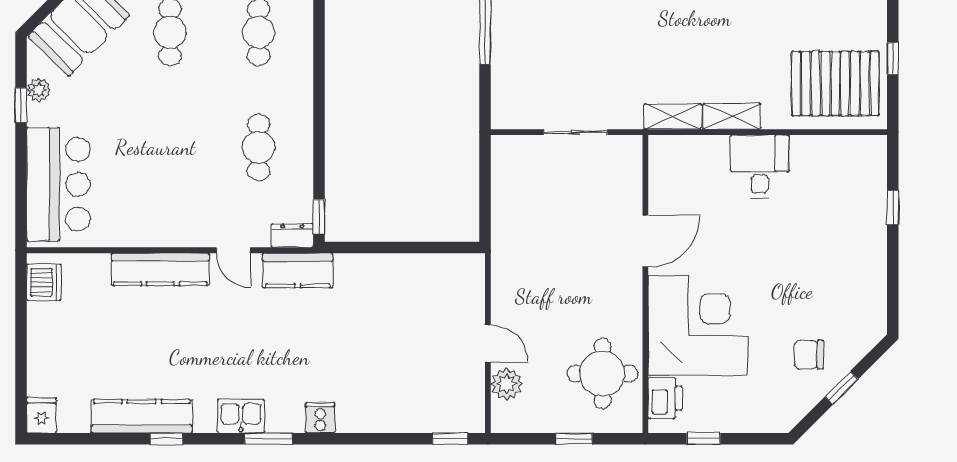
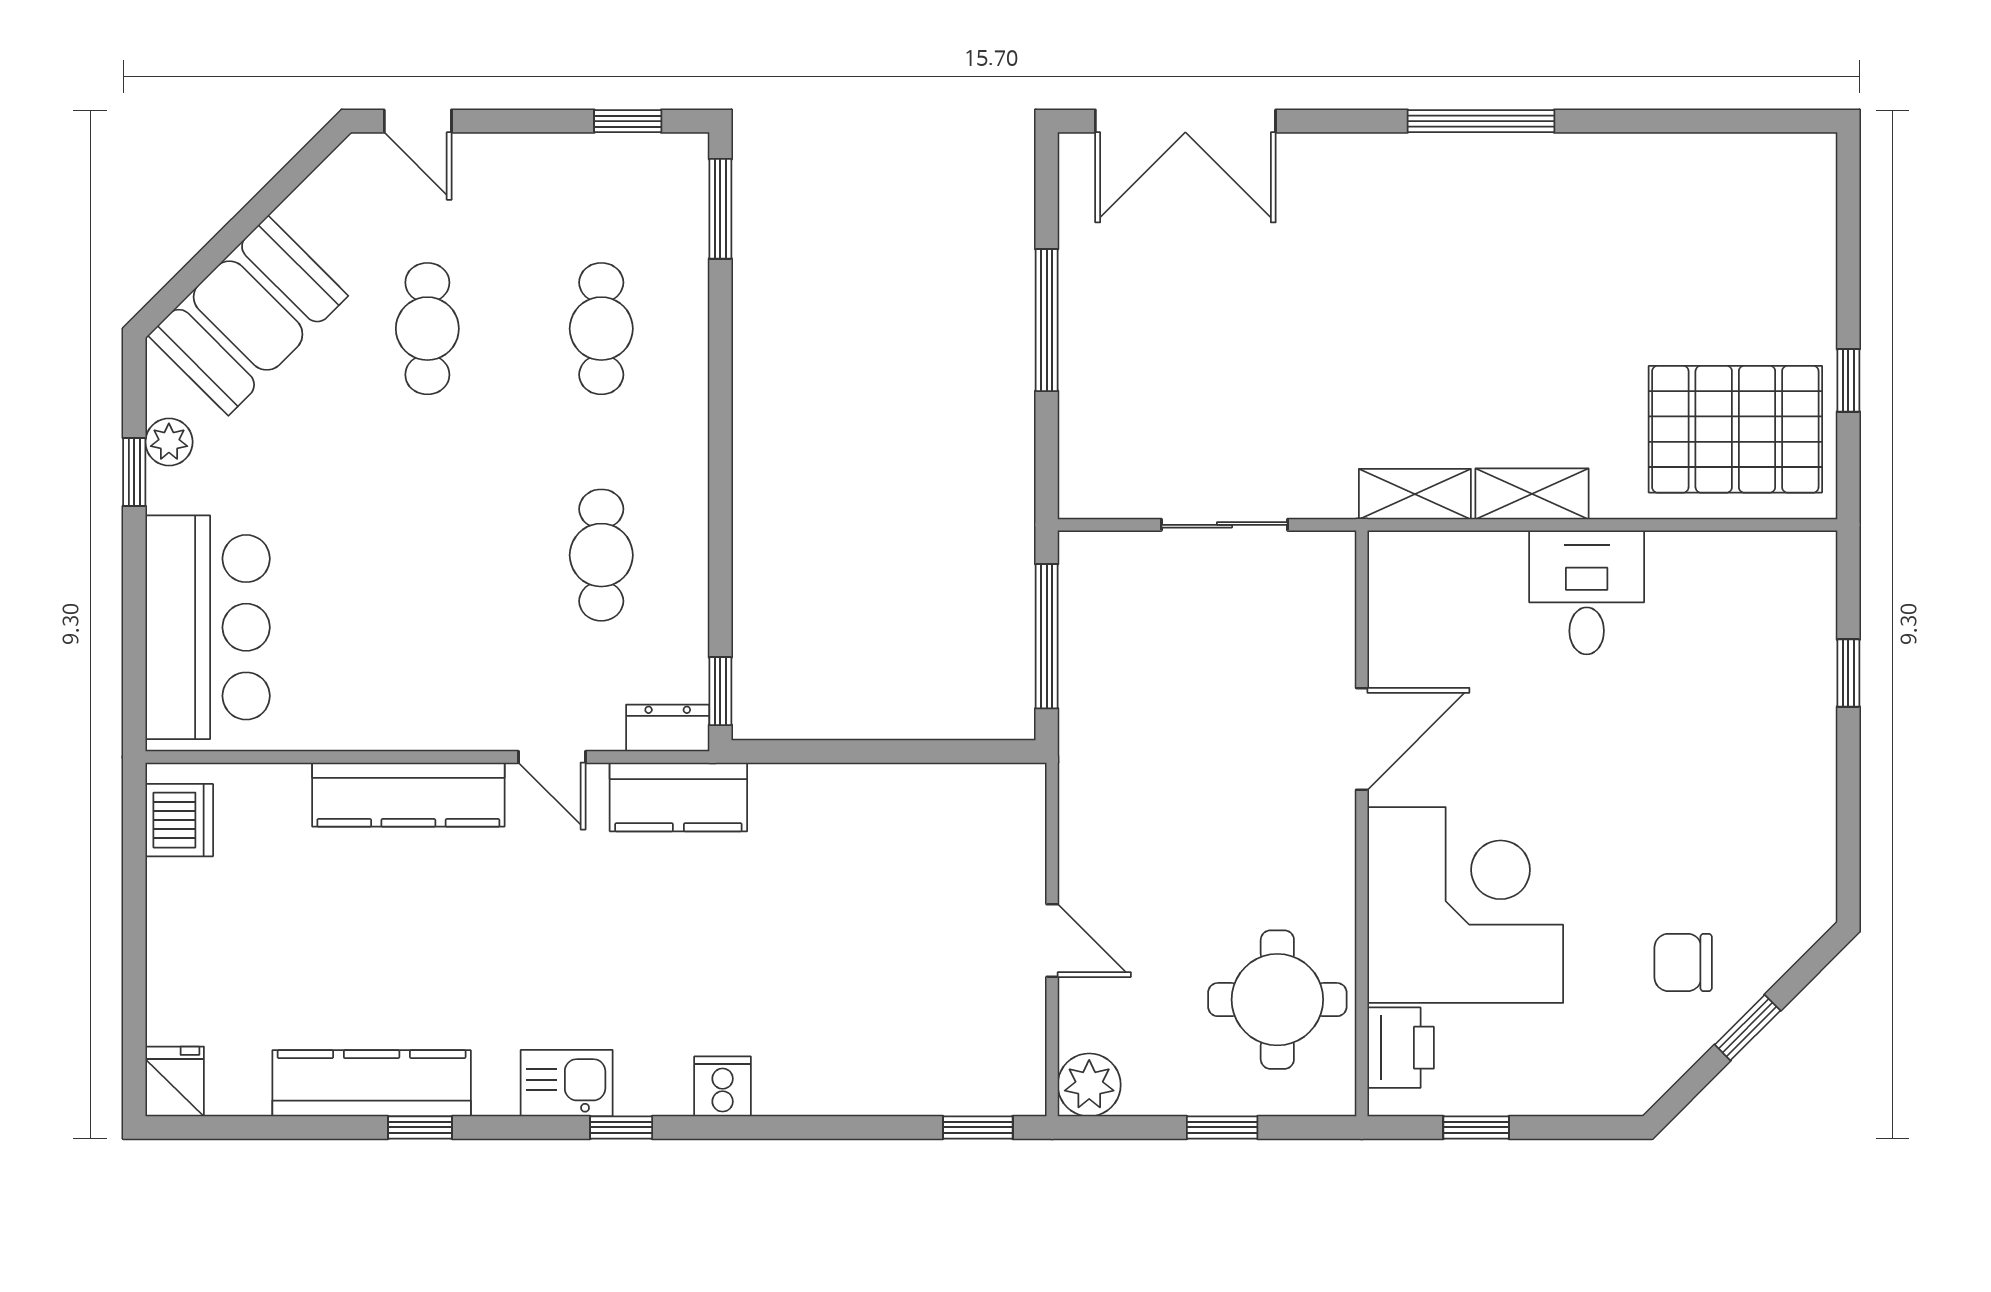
window: (485, 189) -> (1047, 636), added
plant: (507, 384) -> (1089, 1085), moved
window: (269, 439) -> (621, 1127), width x0.67

